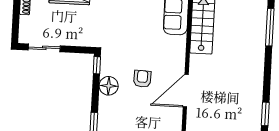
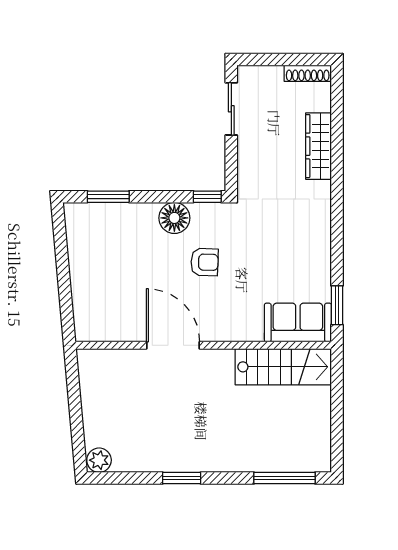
armchair: (142, 79) -> (205, 262), moved
window: (265, 114) -> (182, 478), moved

